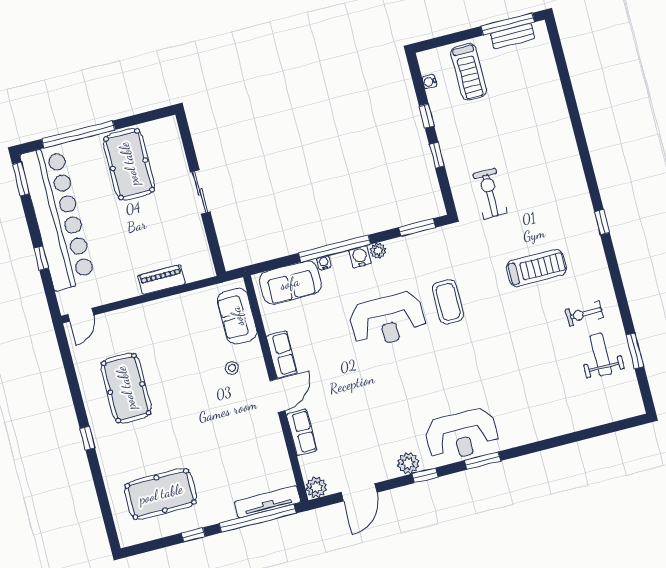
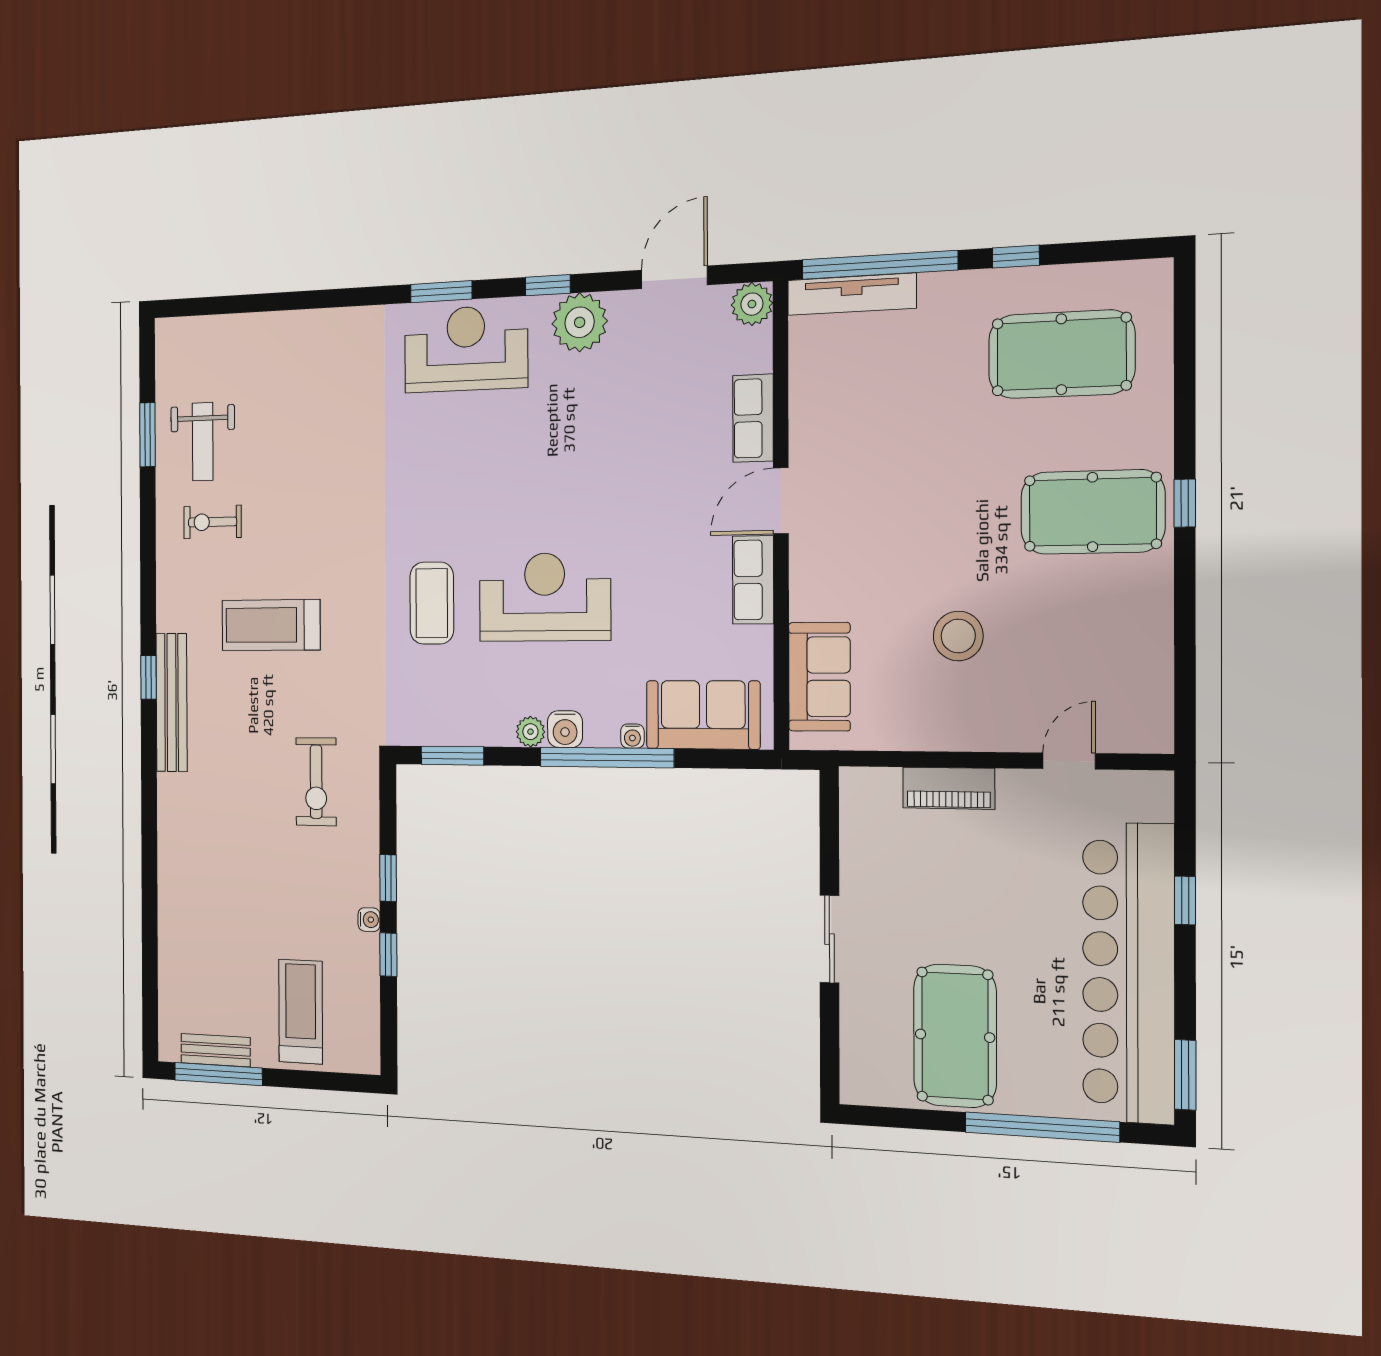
water cooler: (429, 82) -> (369, 920), moved
bench: (585, 212) -> (172, 703), added
exercise bike: (584, 314) -> (213, 522), turned 180
door: (81, 315) -> (1069, 761), moved
stool: (232, 368) -> (958, 636), moved, width x1.89, depth x1.89
pool table: (126, 388) -> (1092, 512), moved, turned 90
plant: (408, 463) -> (580, 322), width x1.36, depth x1.36

